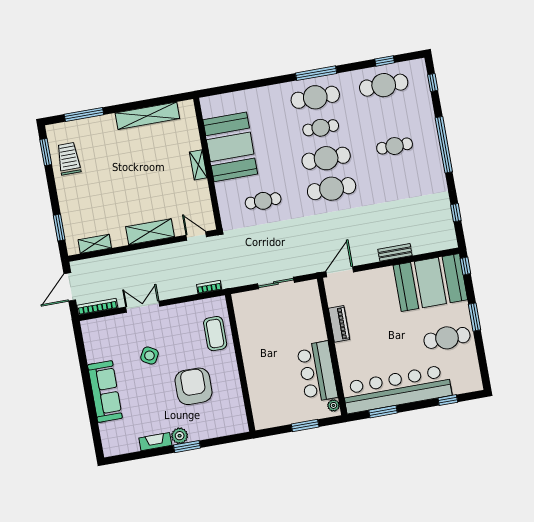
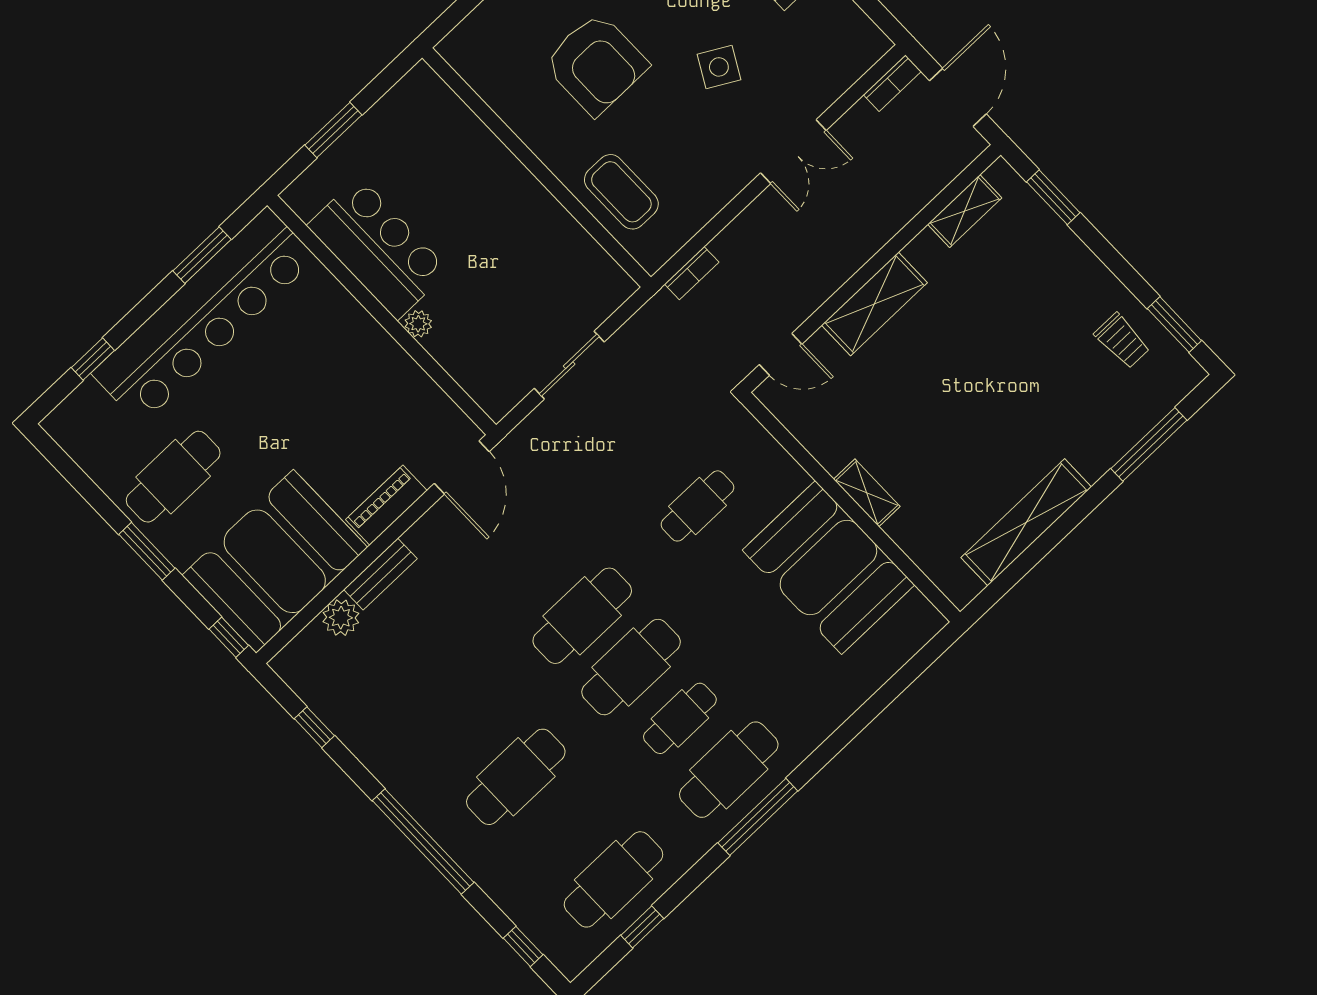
cafe table: (395, 146) -> (516, 777), width x1.37, depth x1.35
trolley: (69, 159) -> (1122, 341), width x0.73, depth x0.72
plant: (420, 246) -> (341, 618), added
bookcase: (97, 307) -> (892, 83), width x0.64
piano: (339, 324) -> (386, 505), moved, turned 90
plant: (333, 405) -> (418, 324), moved

